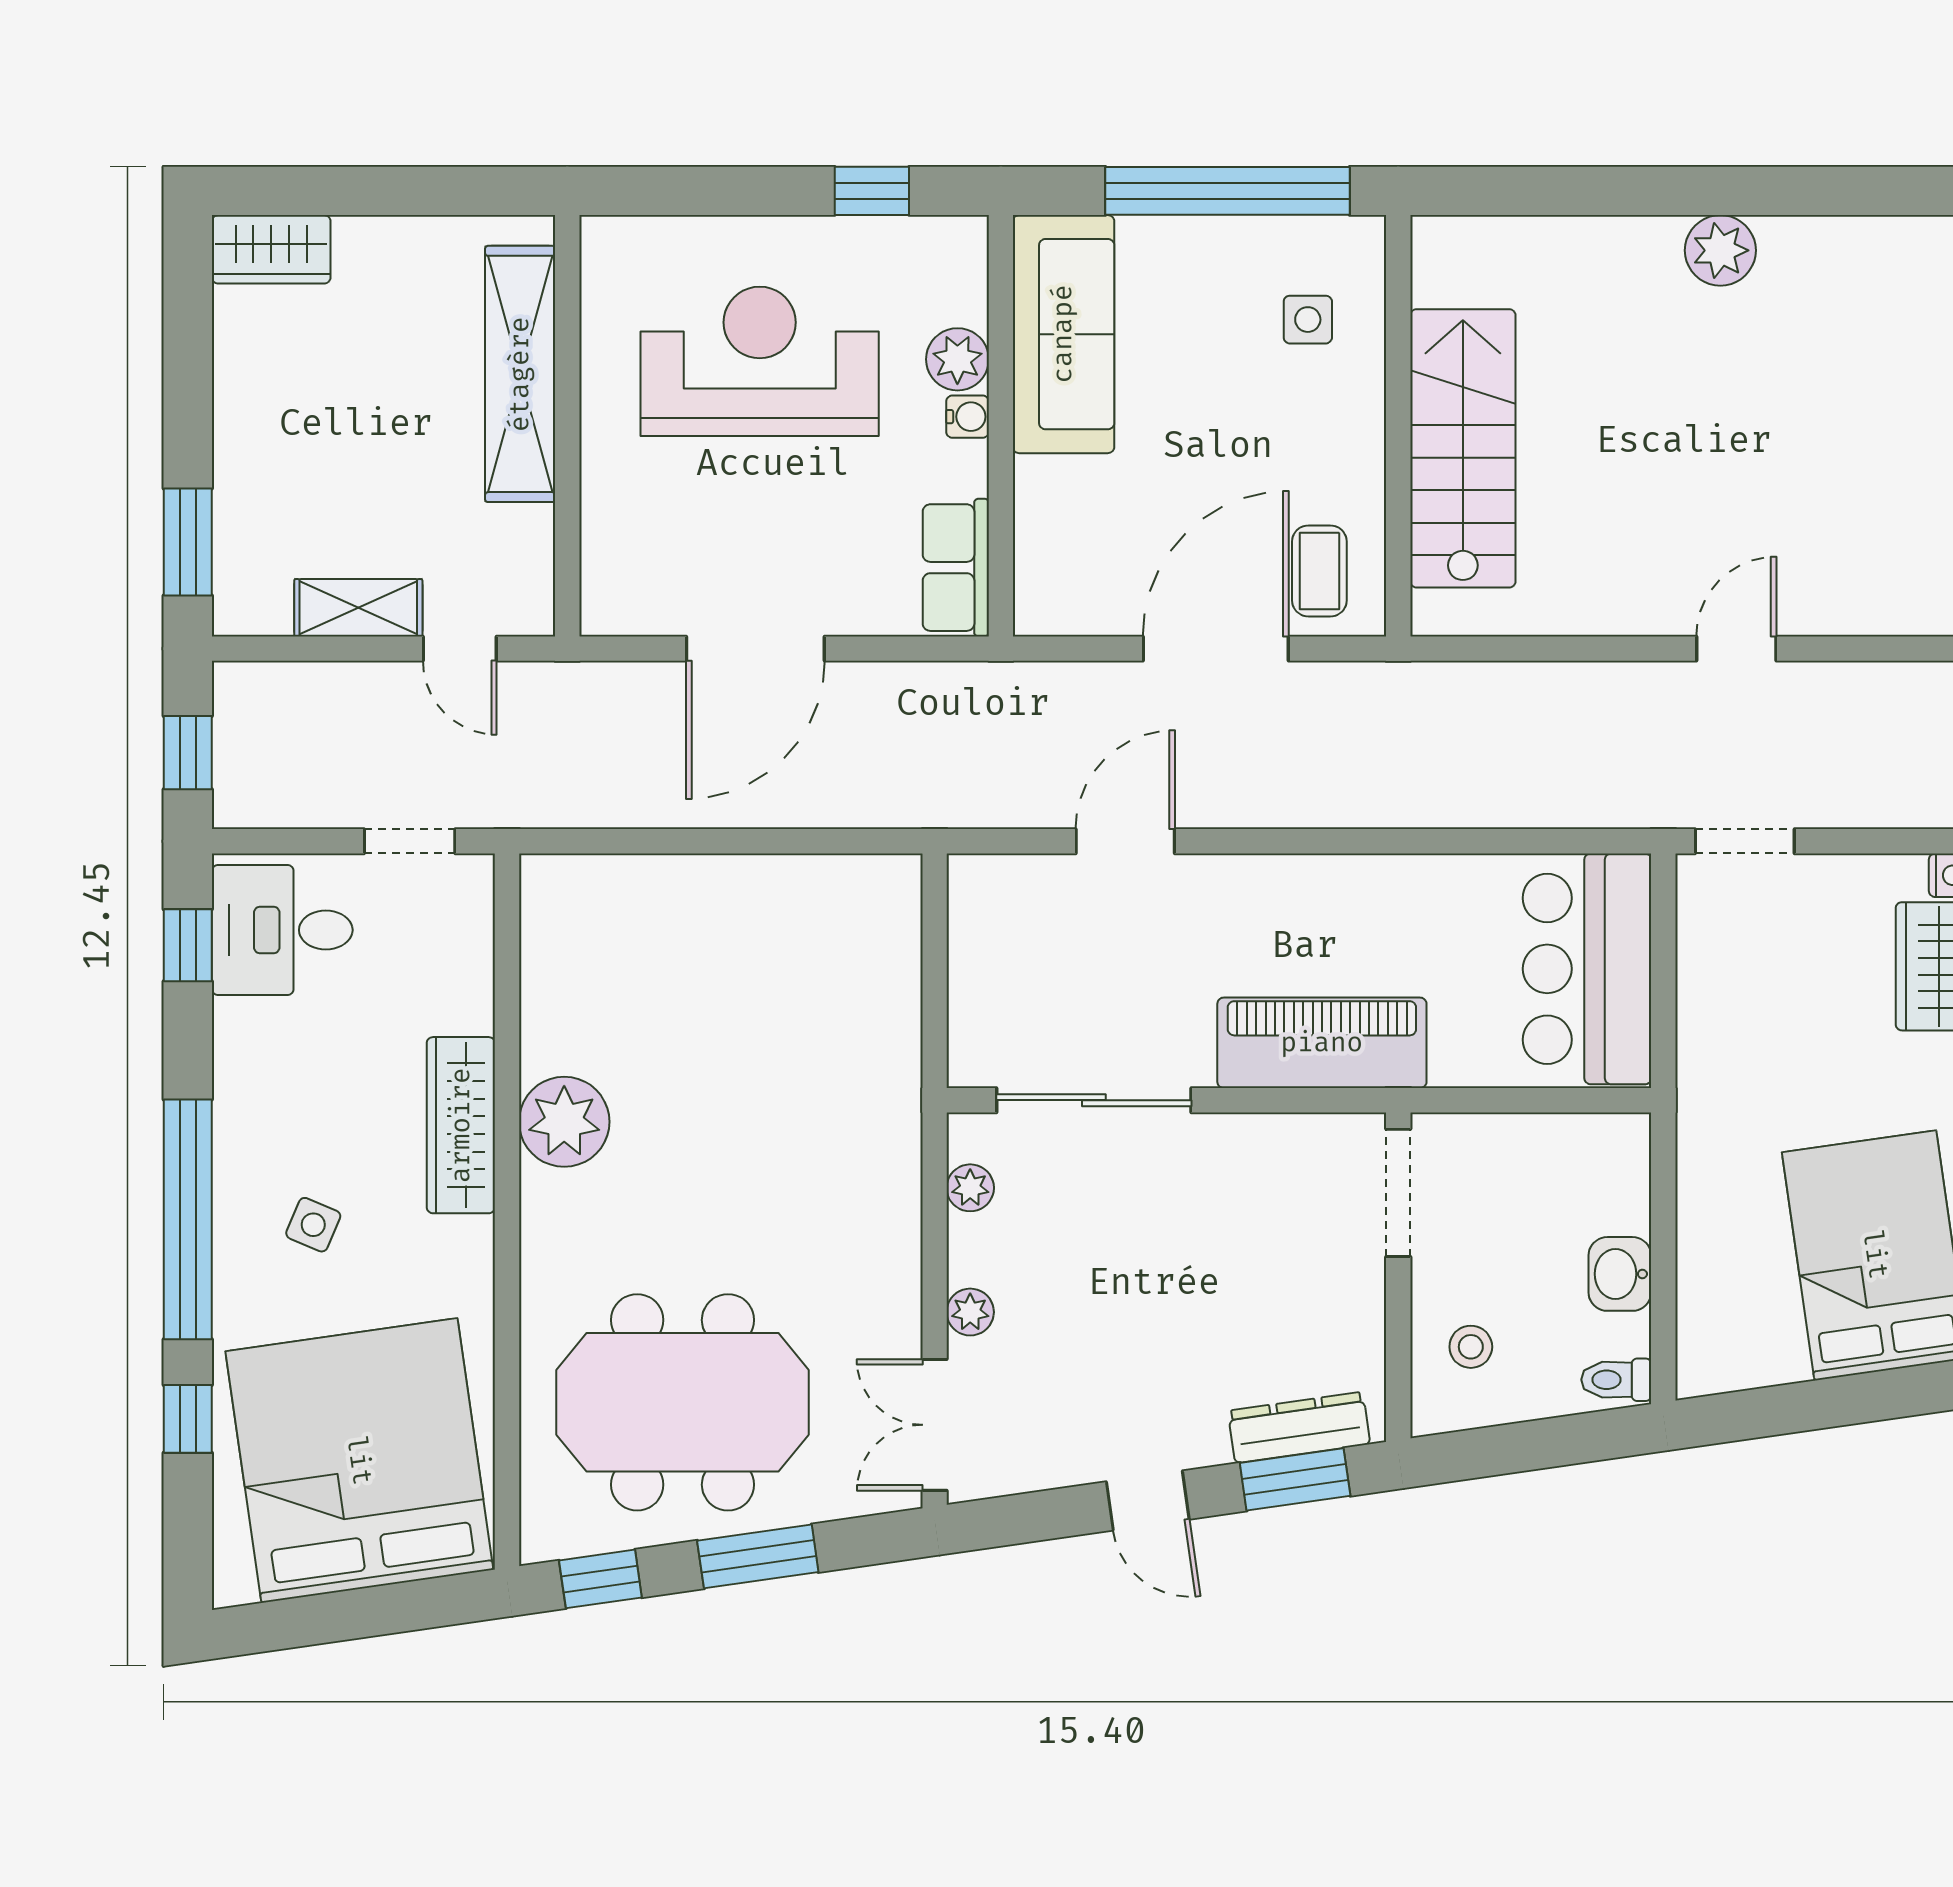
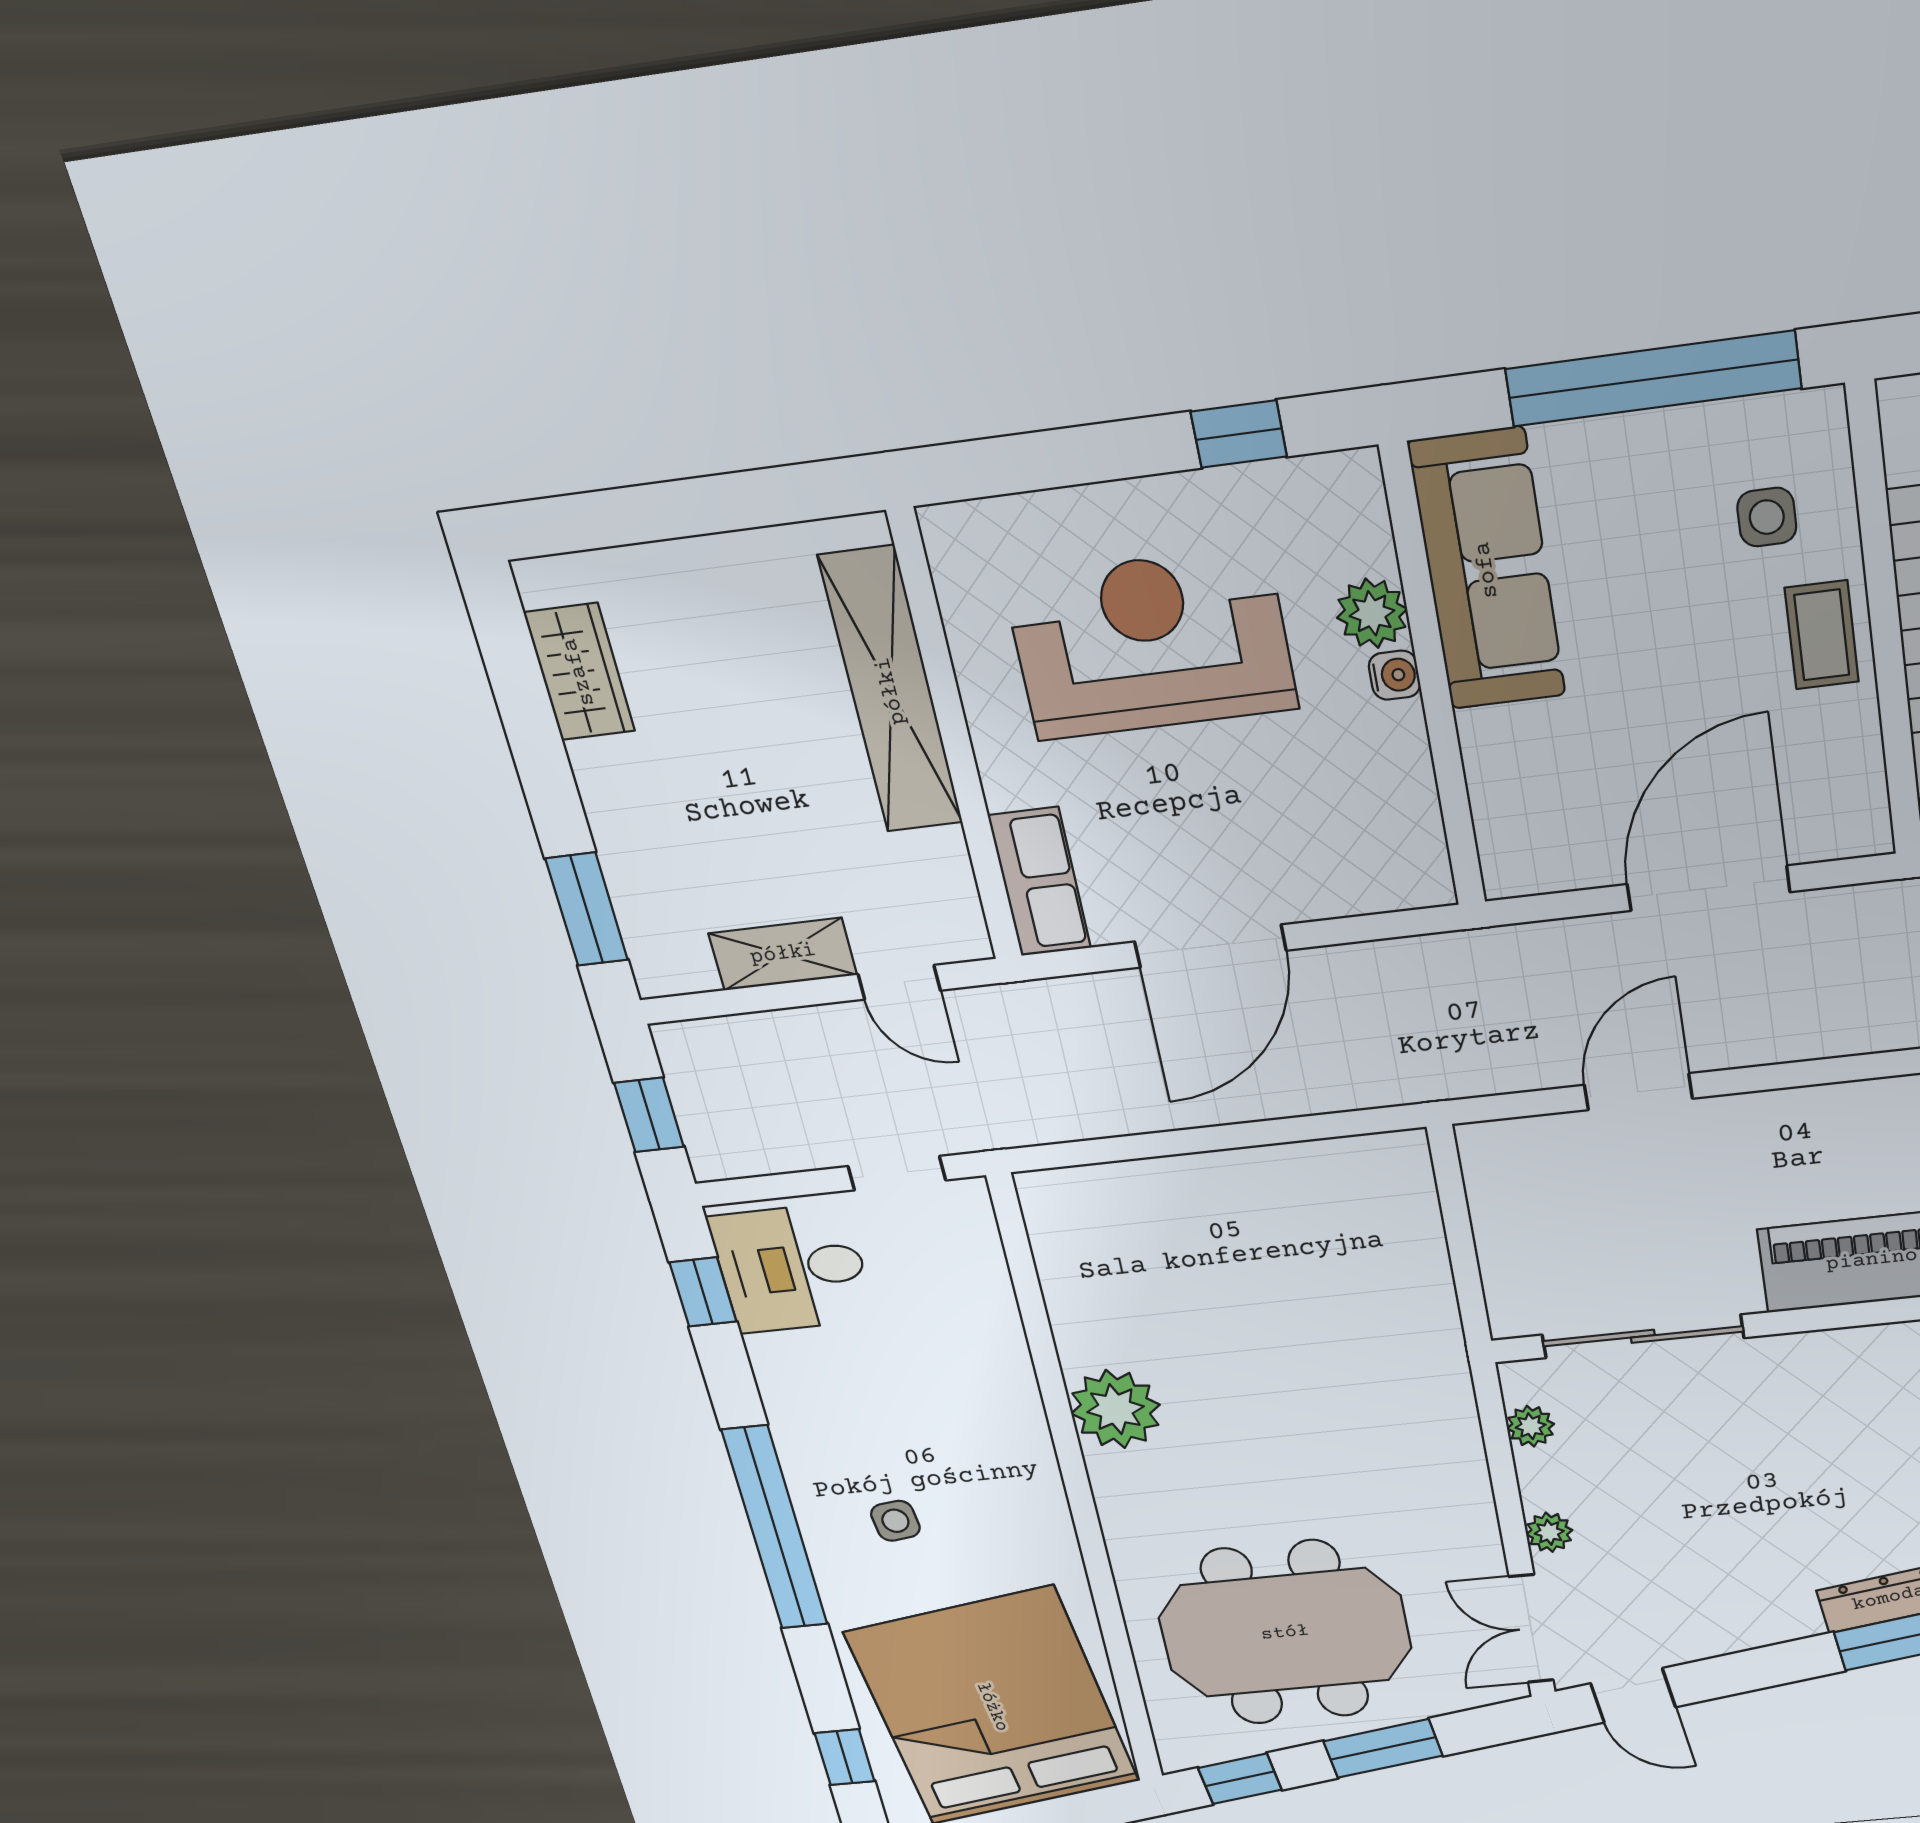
wardrobe: (271, 249) -> (579, 672), moved, turned -90
row of seats: (956, 568) -> (1040, 882), moved, turned 180
coffee table: (1319, 571) -> (1822, 635), moved
wardrobe: (461, 1125) -> (1015, 1422), removed
side table: (313, 1225) -> (895, 1521), turned -30
window: (188, 1419) -> (845, 1757), moved
door: (1148, 1500) -> (1633, 1695), moved

